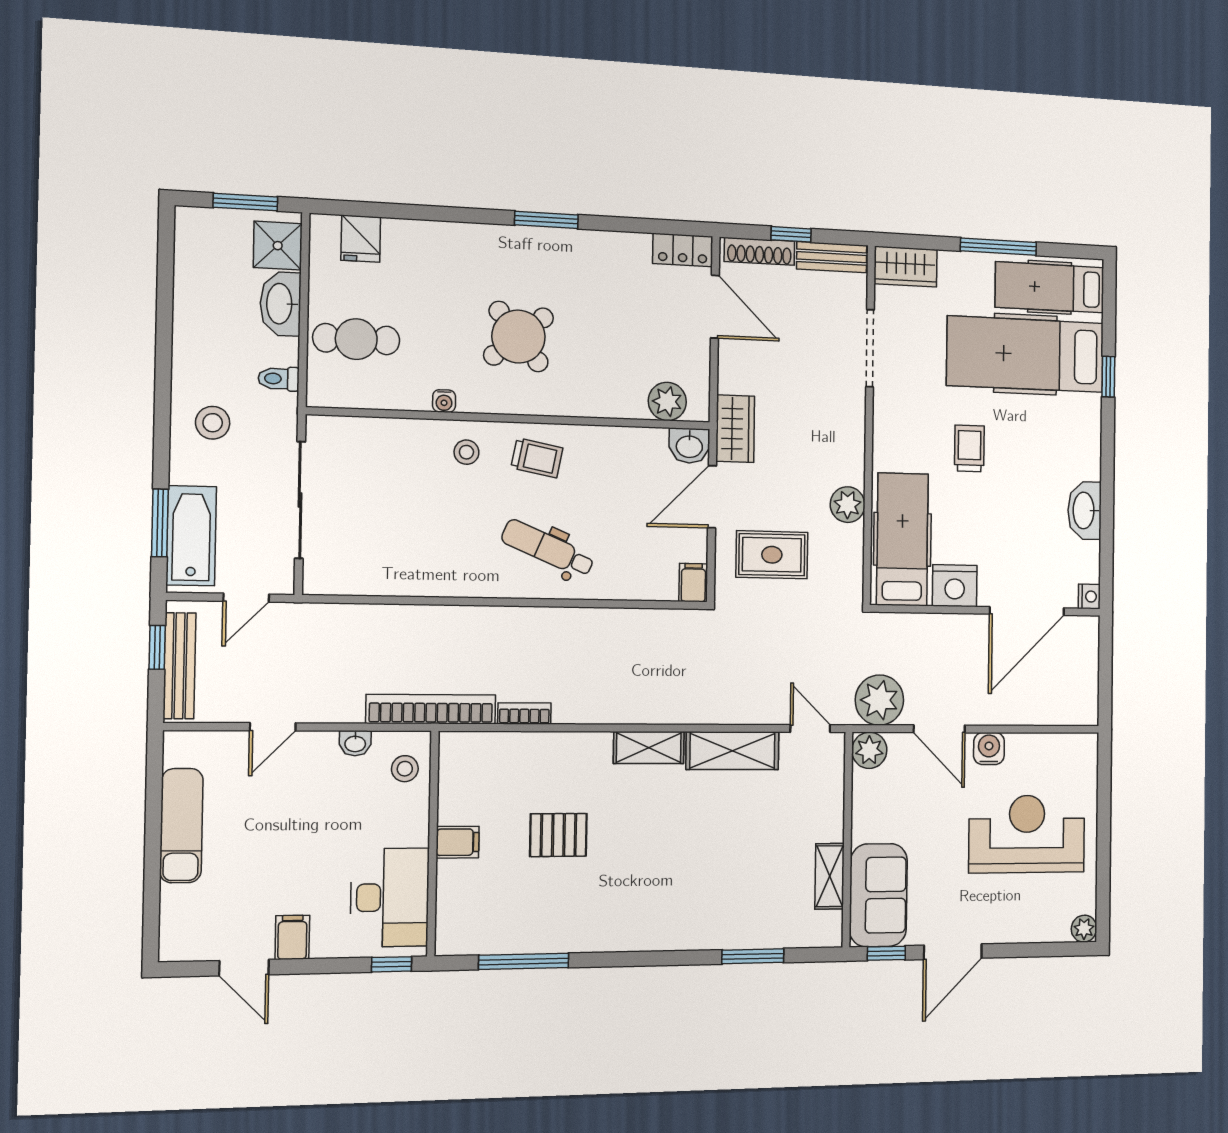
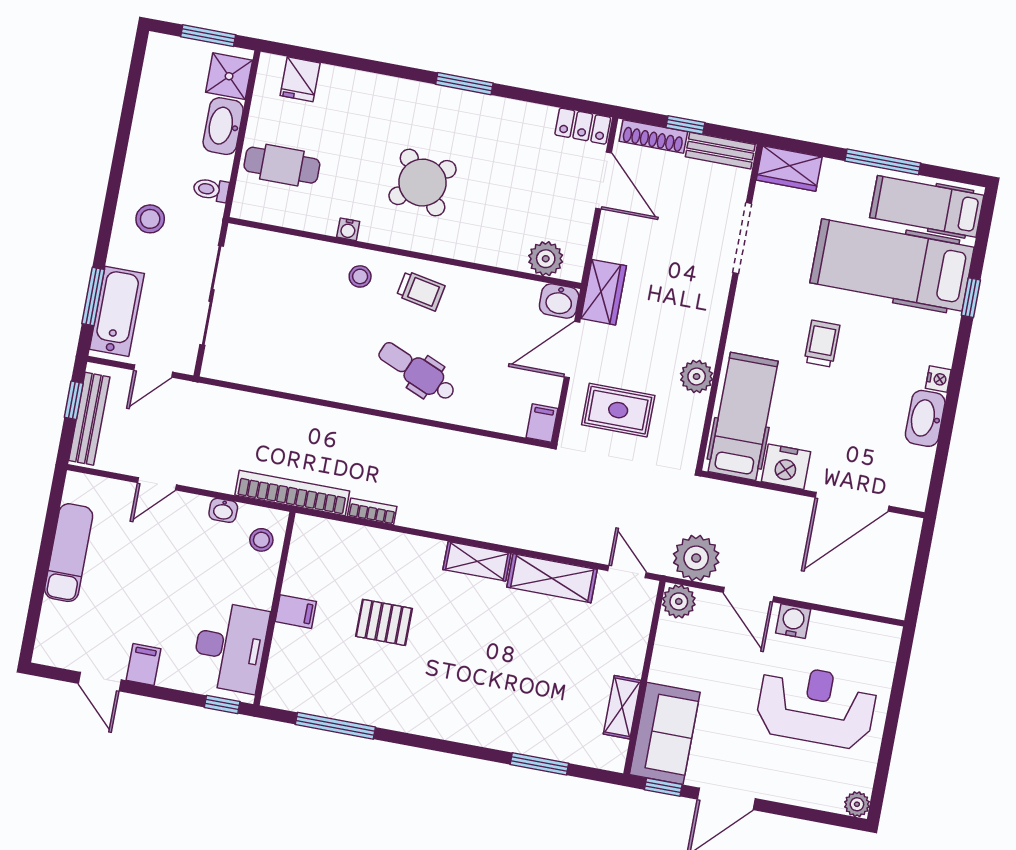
nightstand: (1089, 596) -> (938, 379), moved

